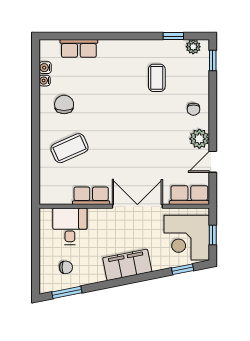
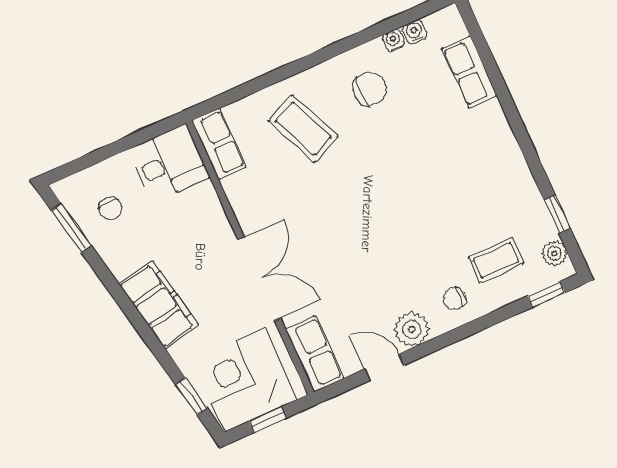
coffee table: (157, 78) -> (496, 260), moved
row of seats: (91, 196) -> (219, 144), moved
desk: (70, 226) -> (169, 163), moved

